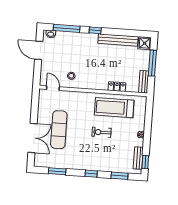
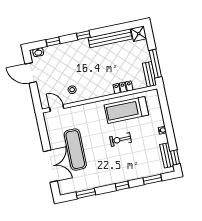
window: (67, 28) -> (53, 42), width x0.46
window: (152, 63) -> (155, 64), moved

